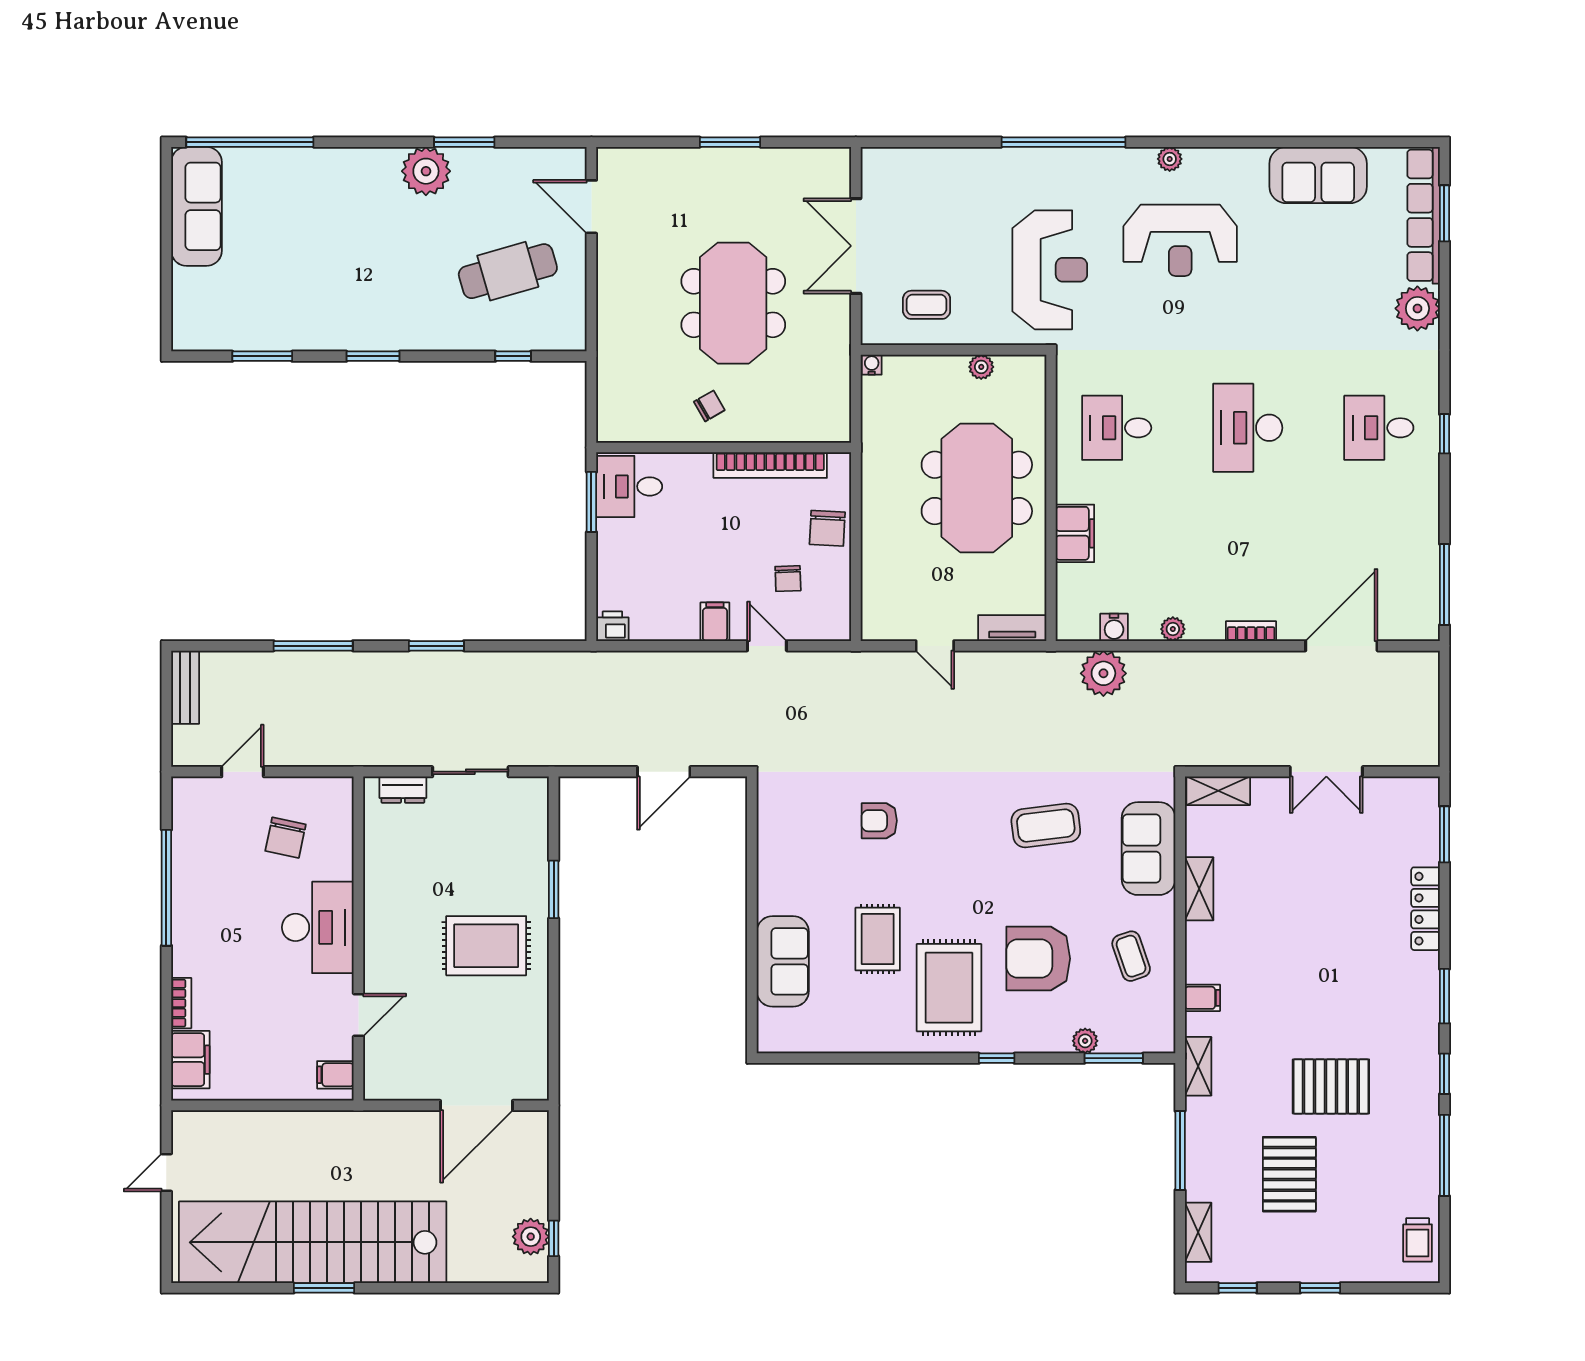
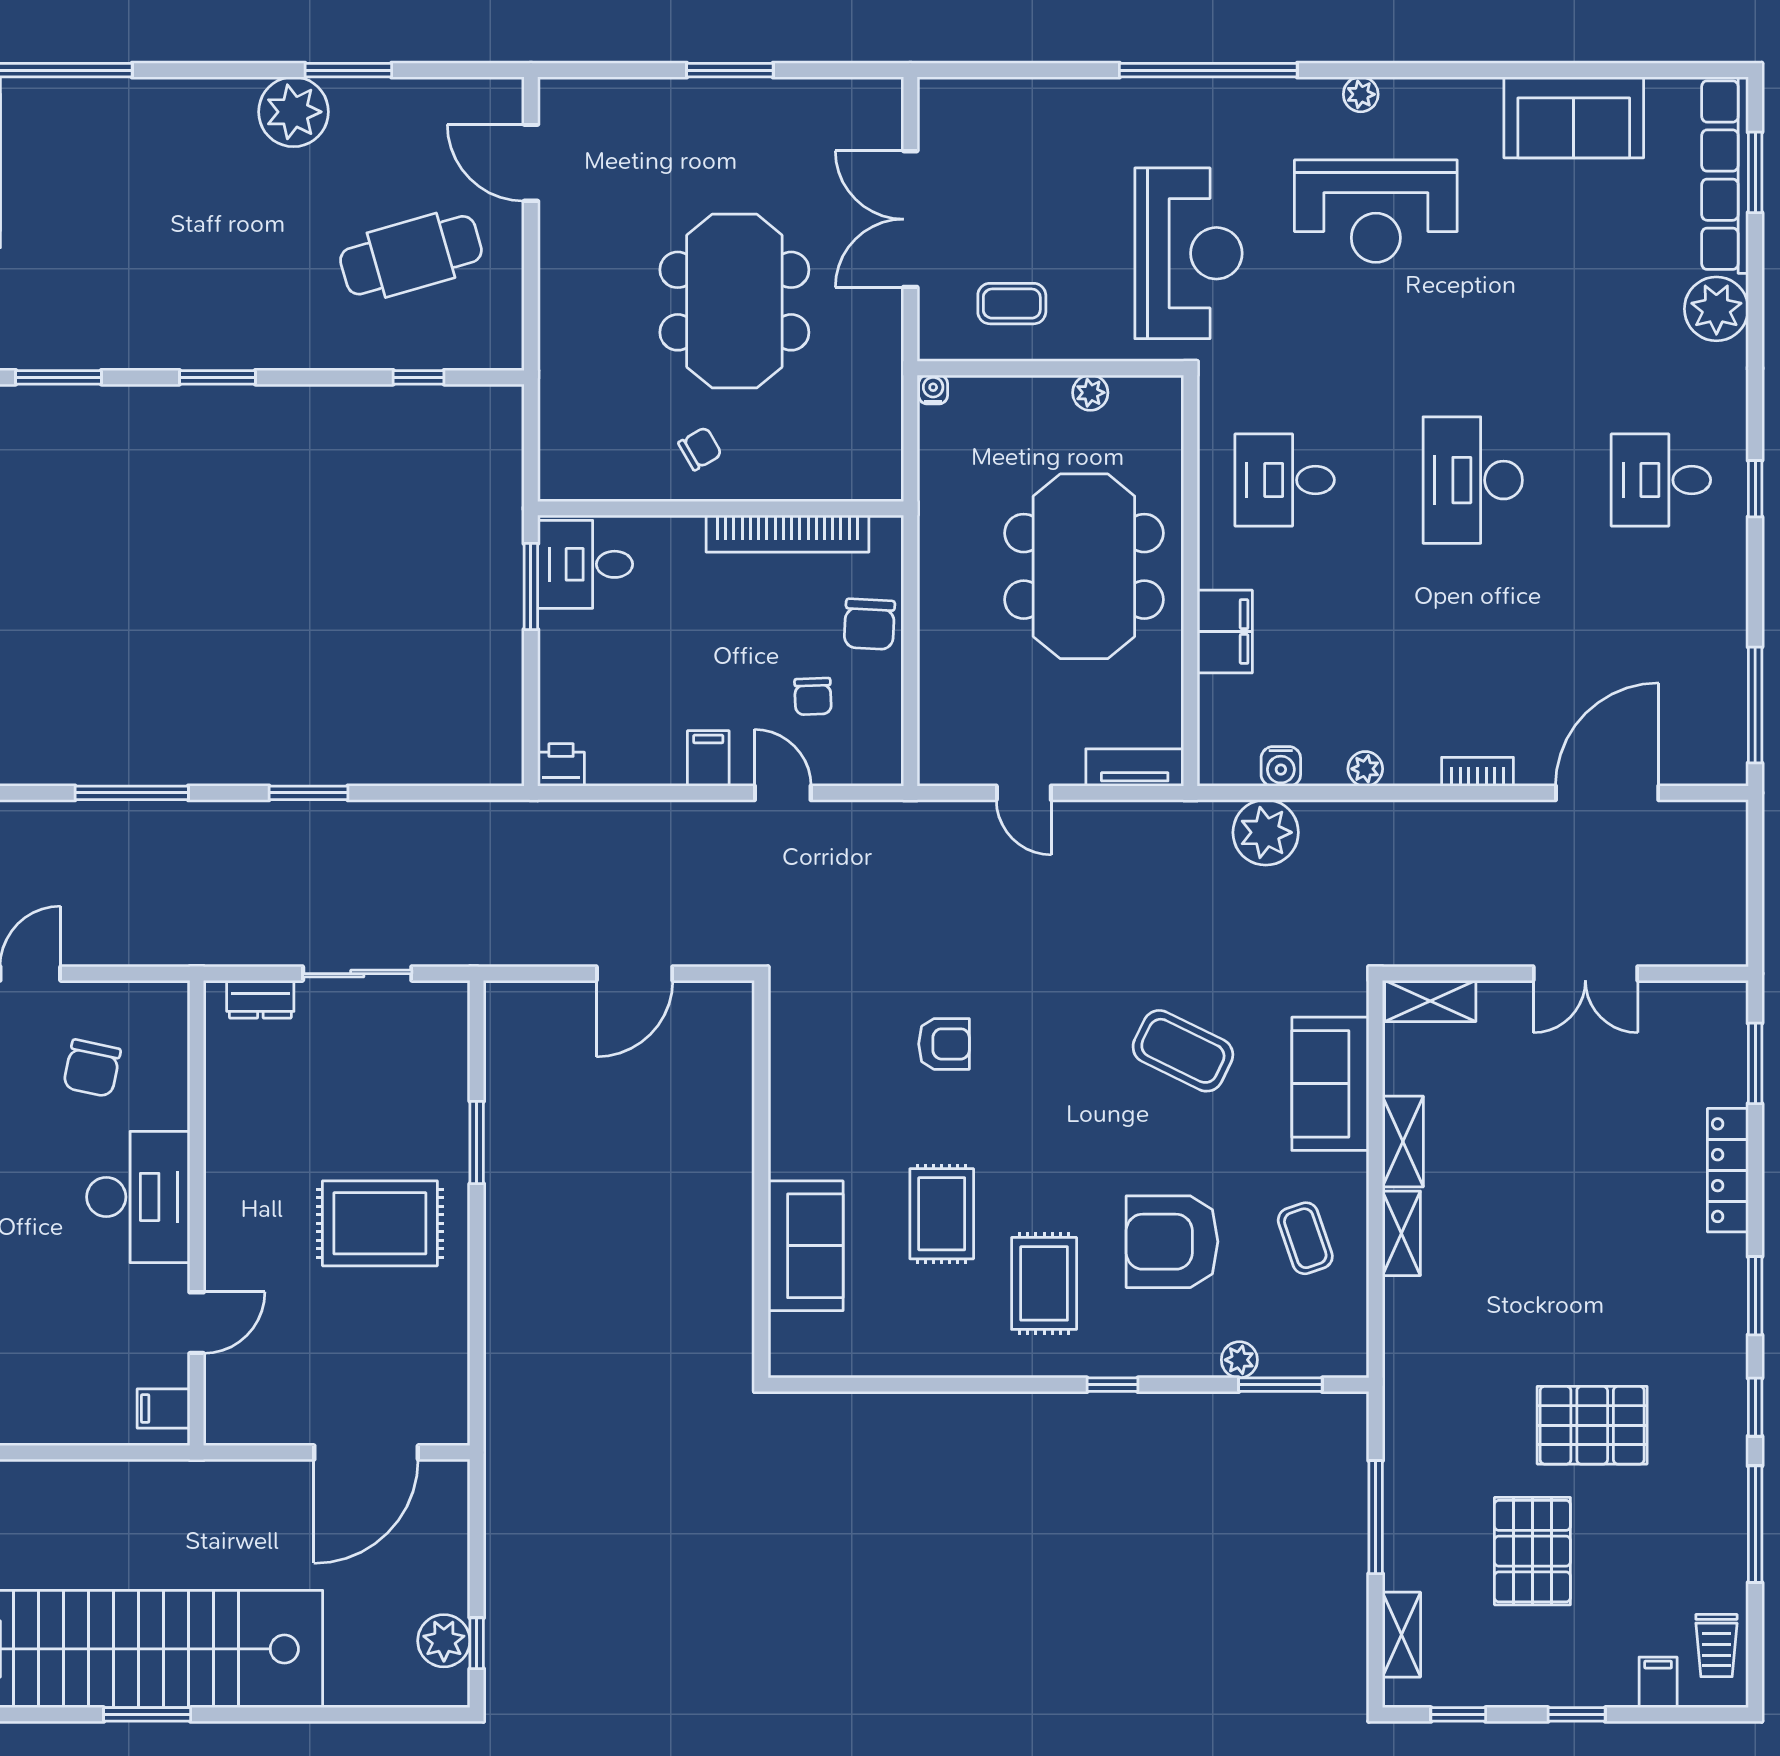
armchair: (879, 821) -> (944, 1044), turned 180
coffee table: (1046, 826) -> (1183, 1051), turned 33
rug: (949, 988) -> (1044, 1283), width x0.73, depth x0.70
filing cabinet: (1202, 998) -> (1658, 1682), moved, turned -90
shelving: (1198, 1066) -> (1401, 1233), moved

